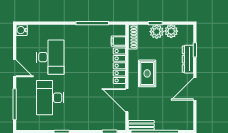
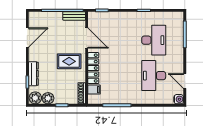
plant: (157, 32) -> (35, 98), moved
door: (15, 68) -> (185, 81), moved
rug: (147, 73) -> (69, 61), turned 90
door: (195, 89) -> (27, 38), moved

